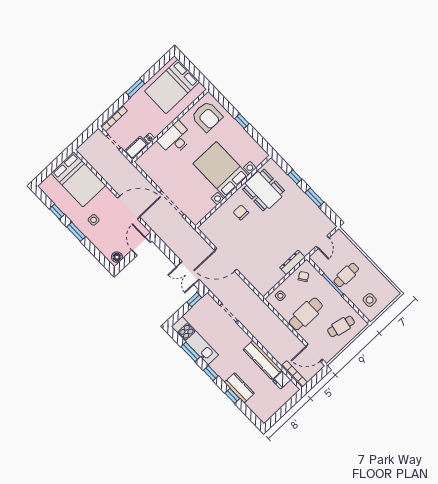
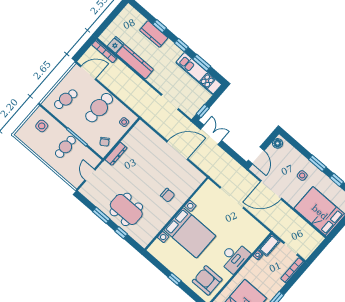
dining table: (264, 190) -> (126, 209), moved

